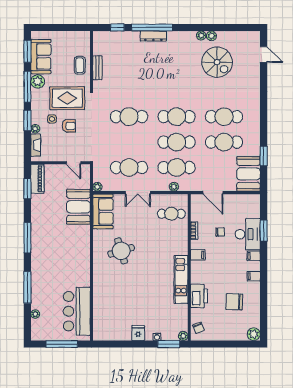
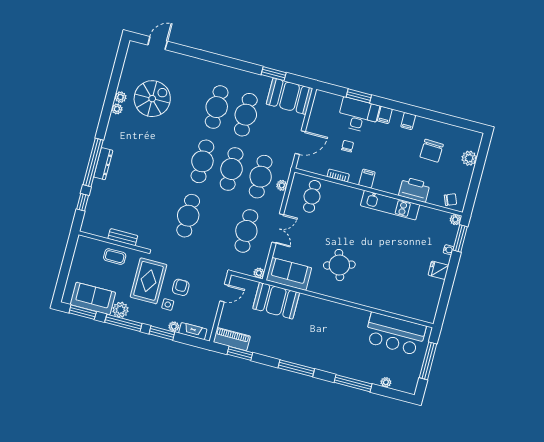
plant: (254, 334) -> (469, 158), moved

